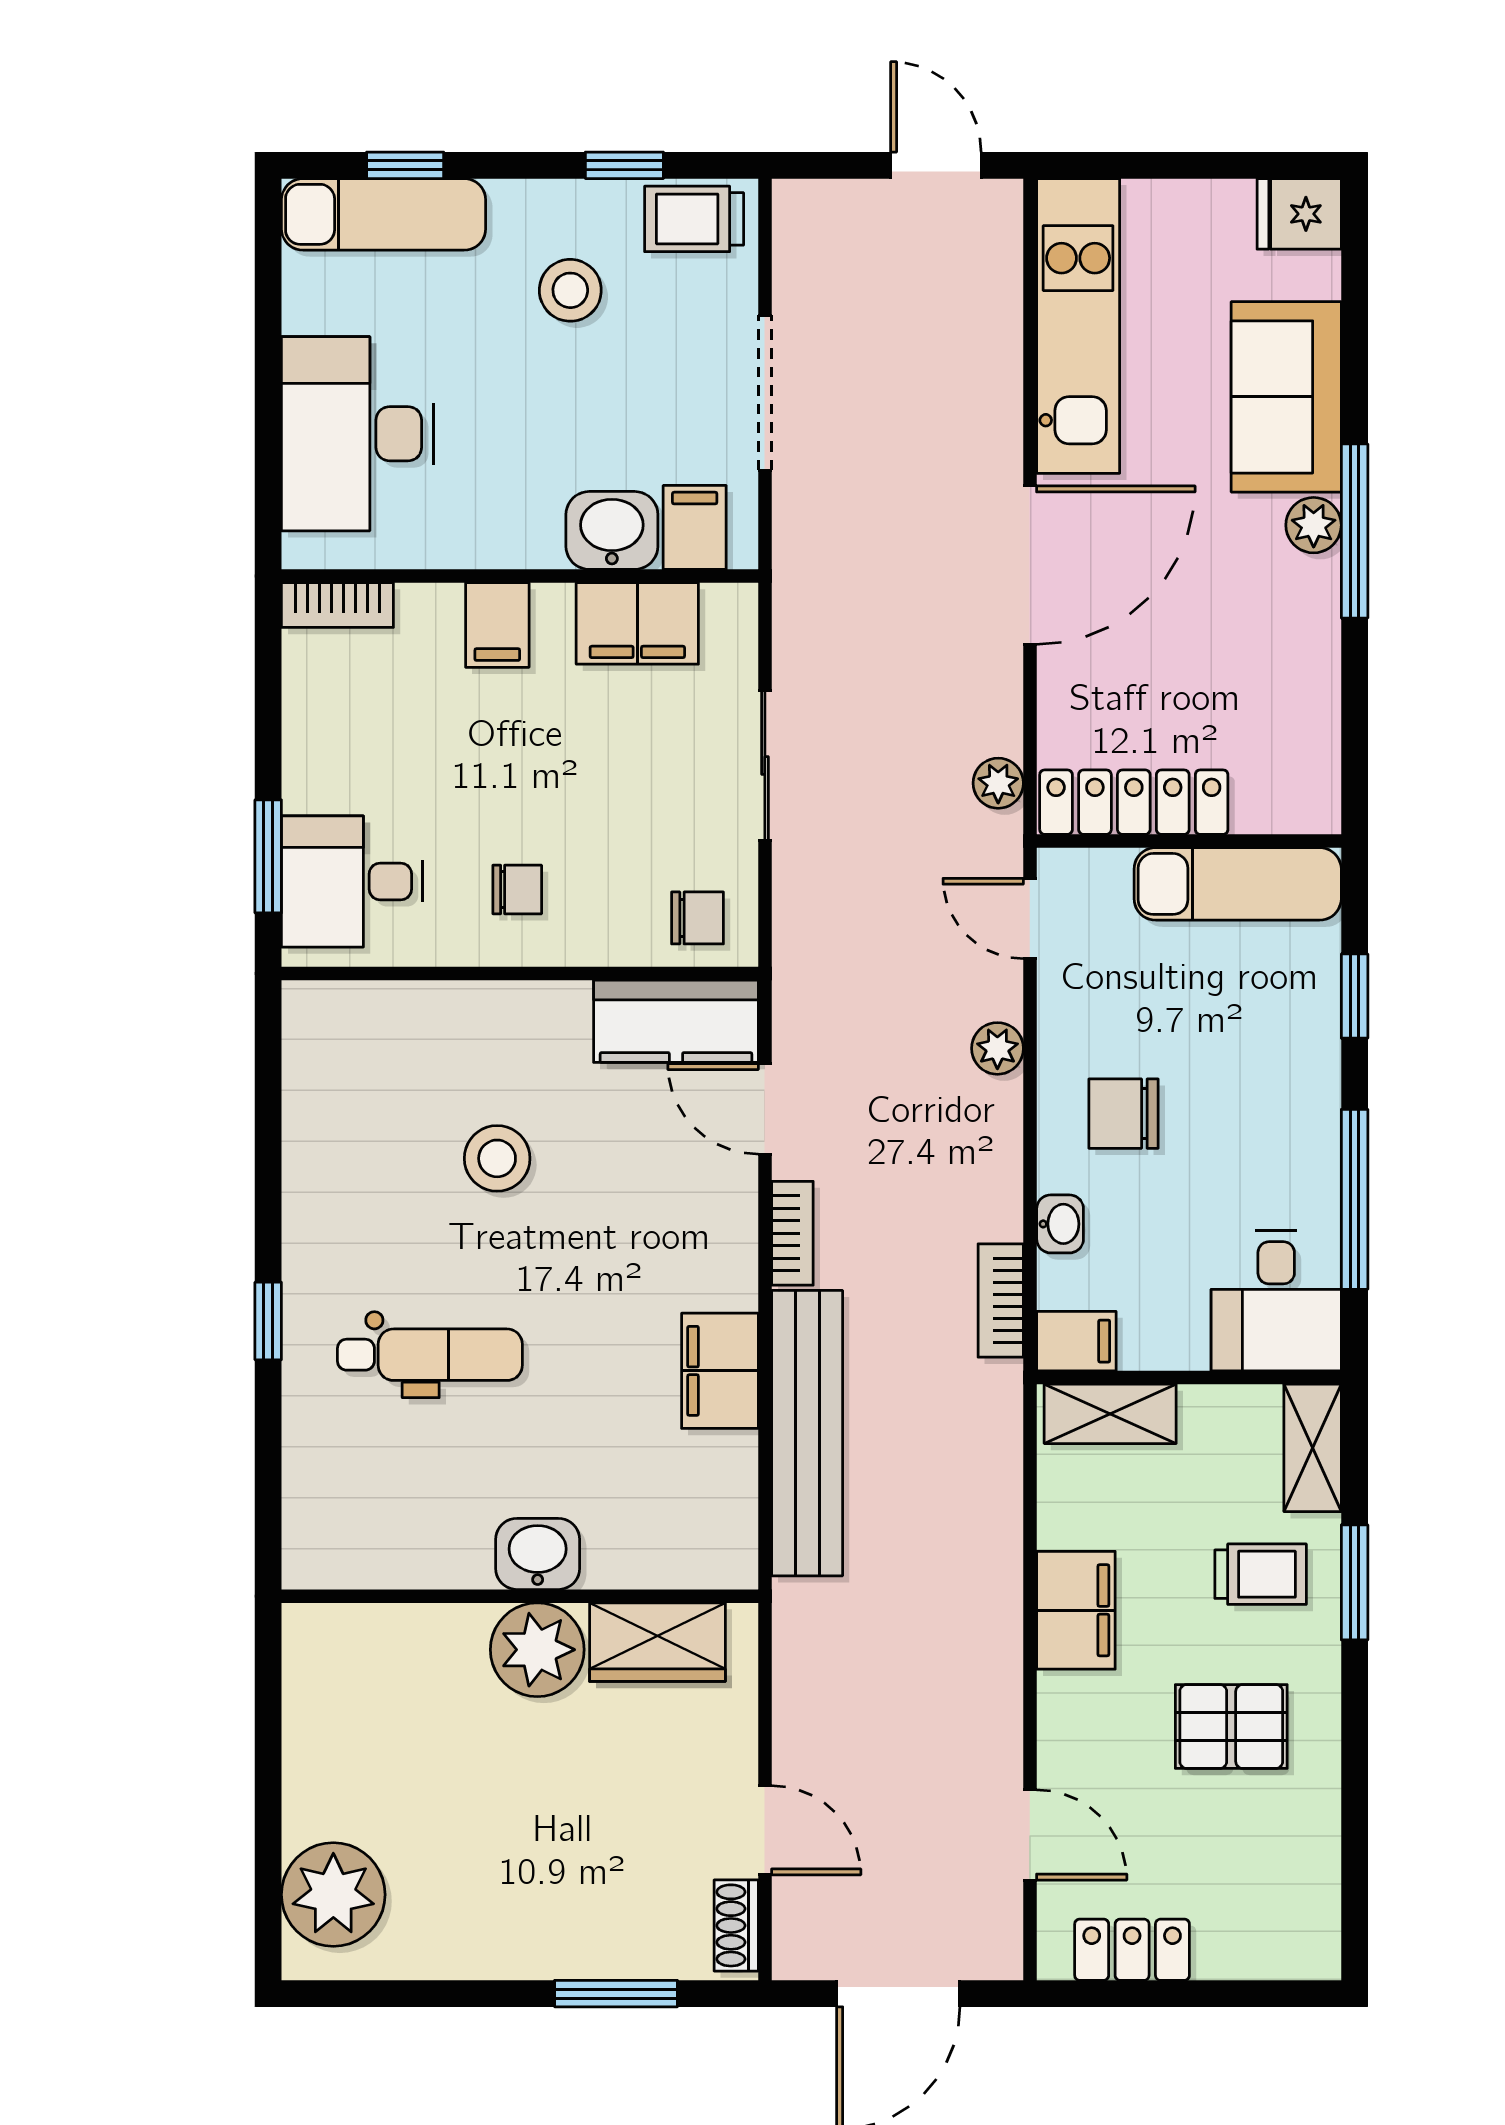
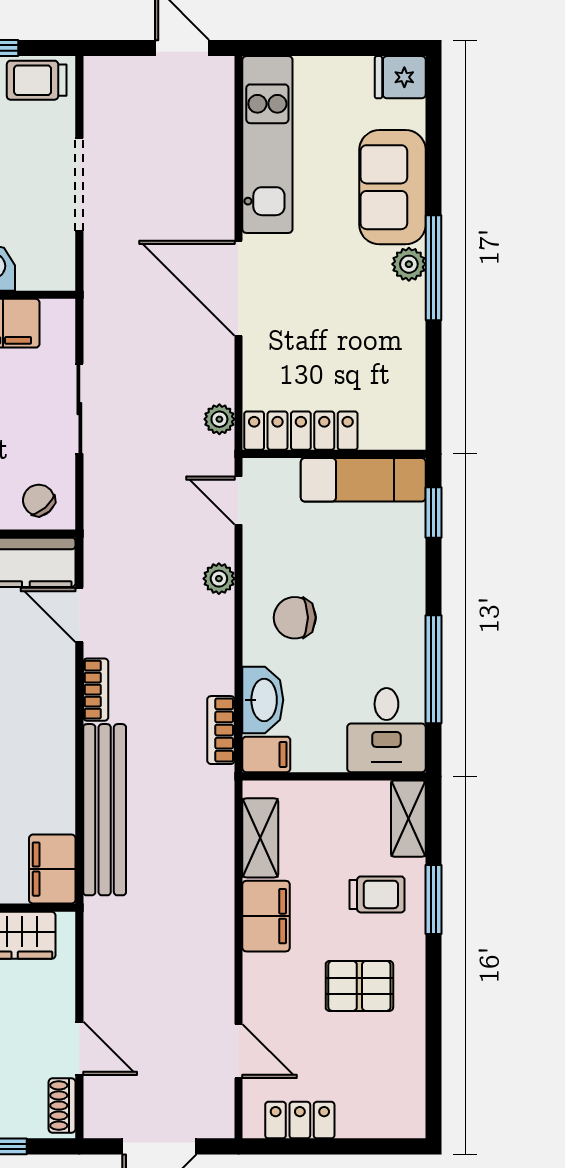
filing cabinet: (695, 527) -> (37, 266), removed
door: (1030, 565) -> (238, 288), swing flipped
chair: (698, 918) -> (39, 500), turned -131
window: (1355, 996) -> (433, 512), moved
washbasin: (1060, 1224) -> (263, 700), width x1.91, depth x1.45
filing cabinet: (720, 1371) -> (52, 869), moved
shelving: (1110, 1414) -> (260, 838), moved, turned 90

